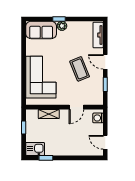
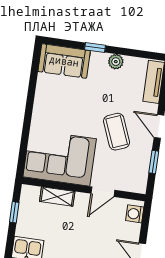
plant: (62, 26) -> (116, 62), moved
corner sofa: (41, 77) -> (60, 158), moved, turned -90

